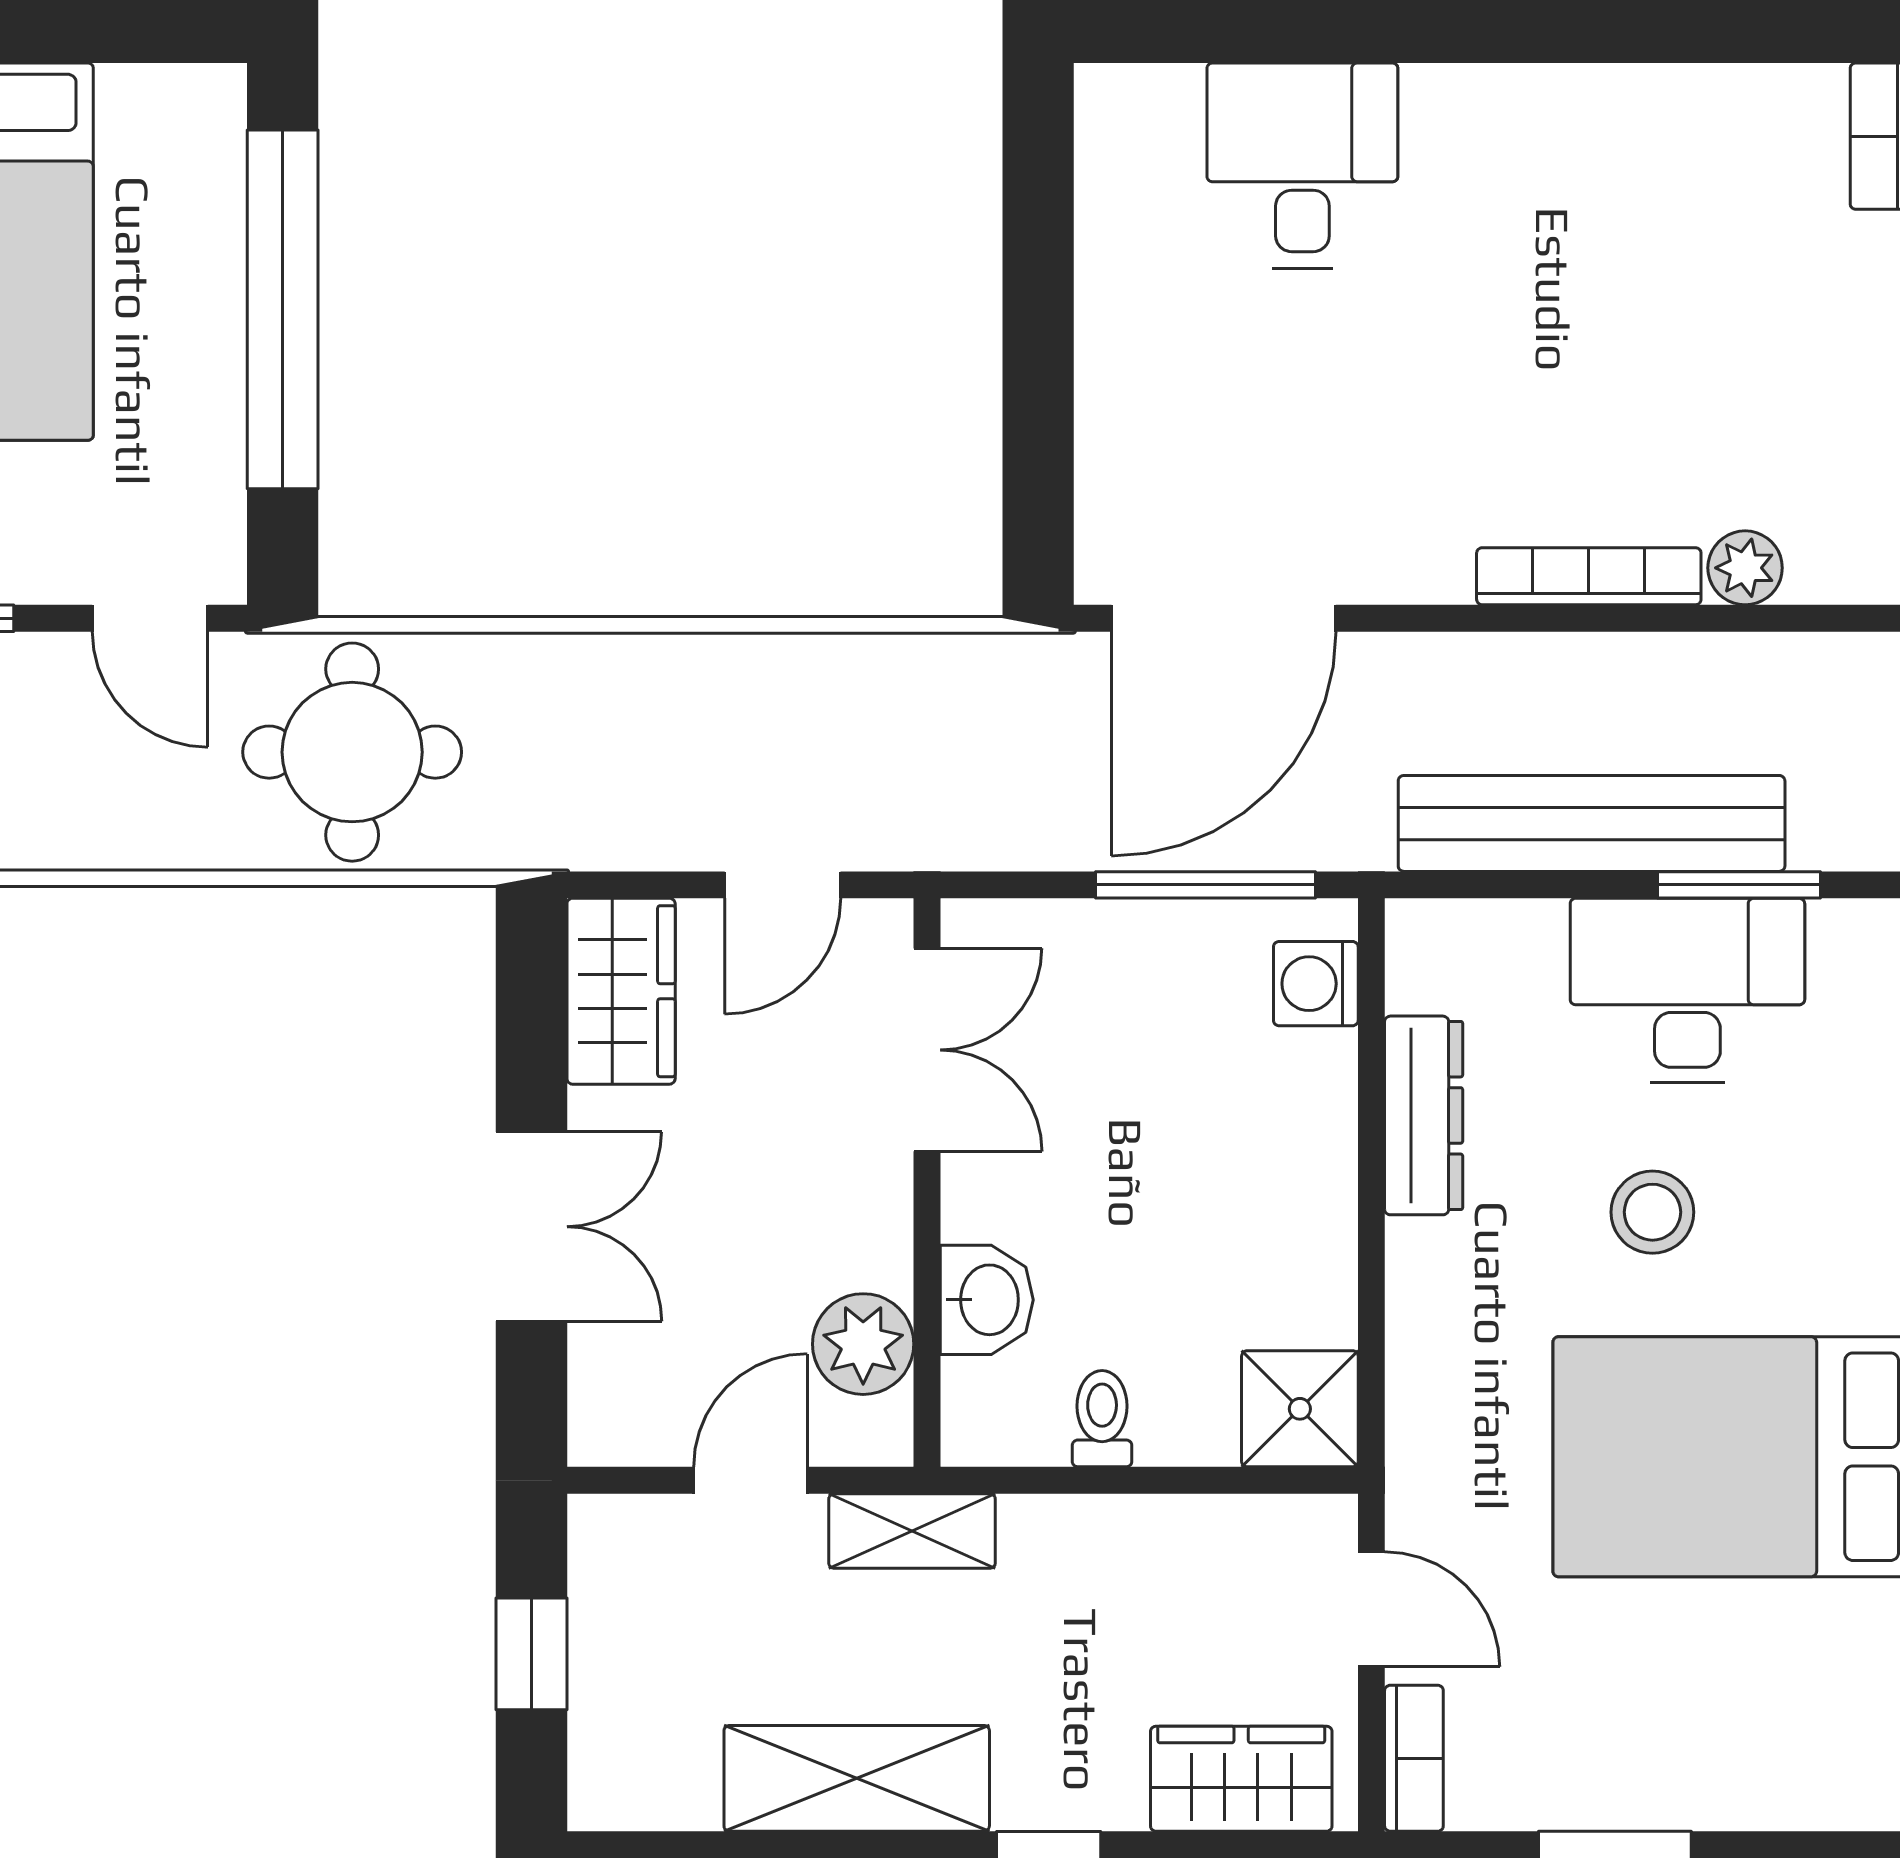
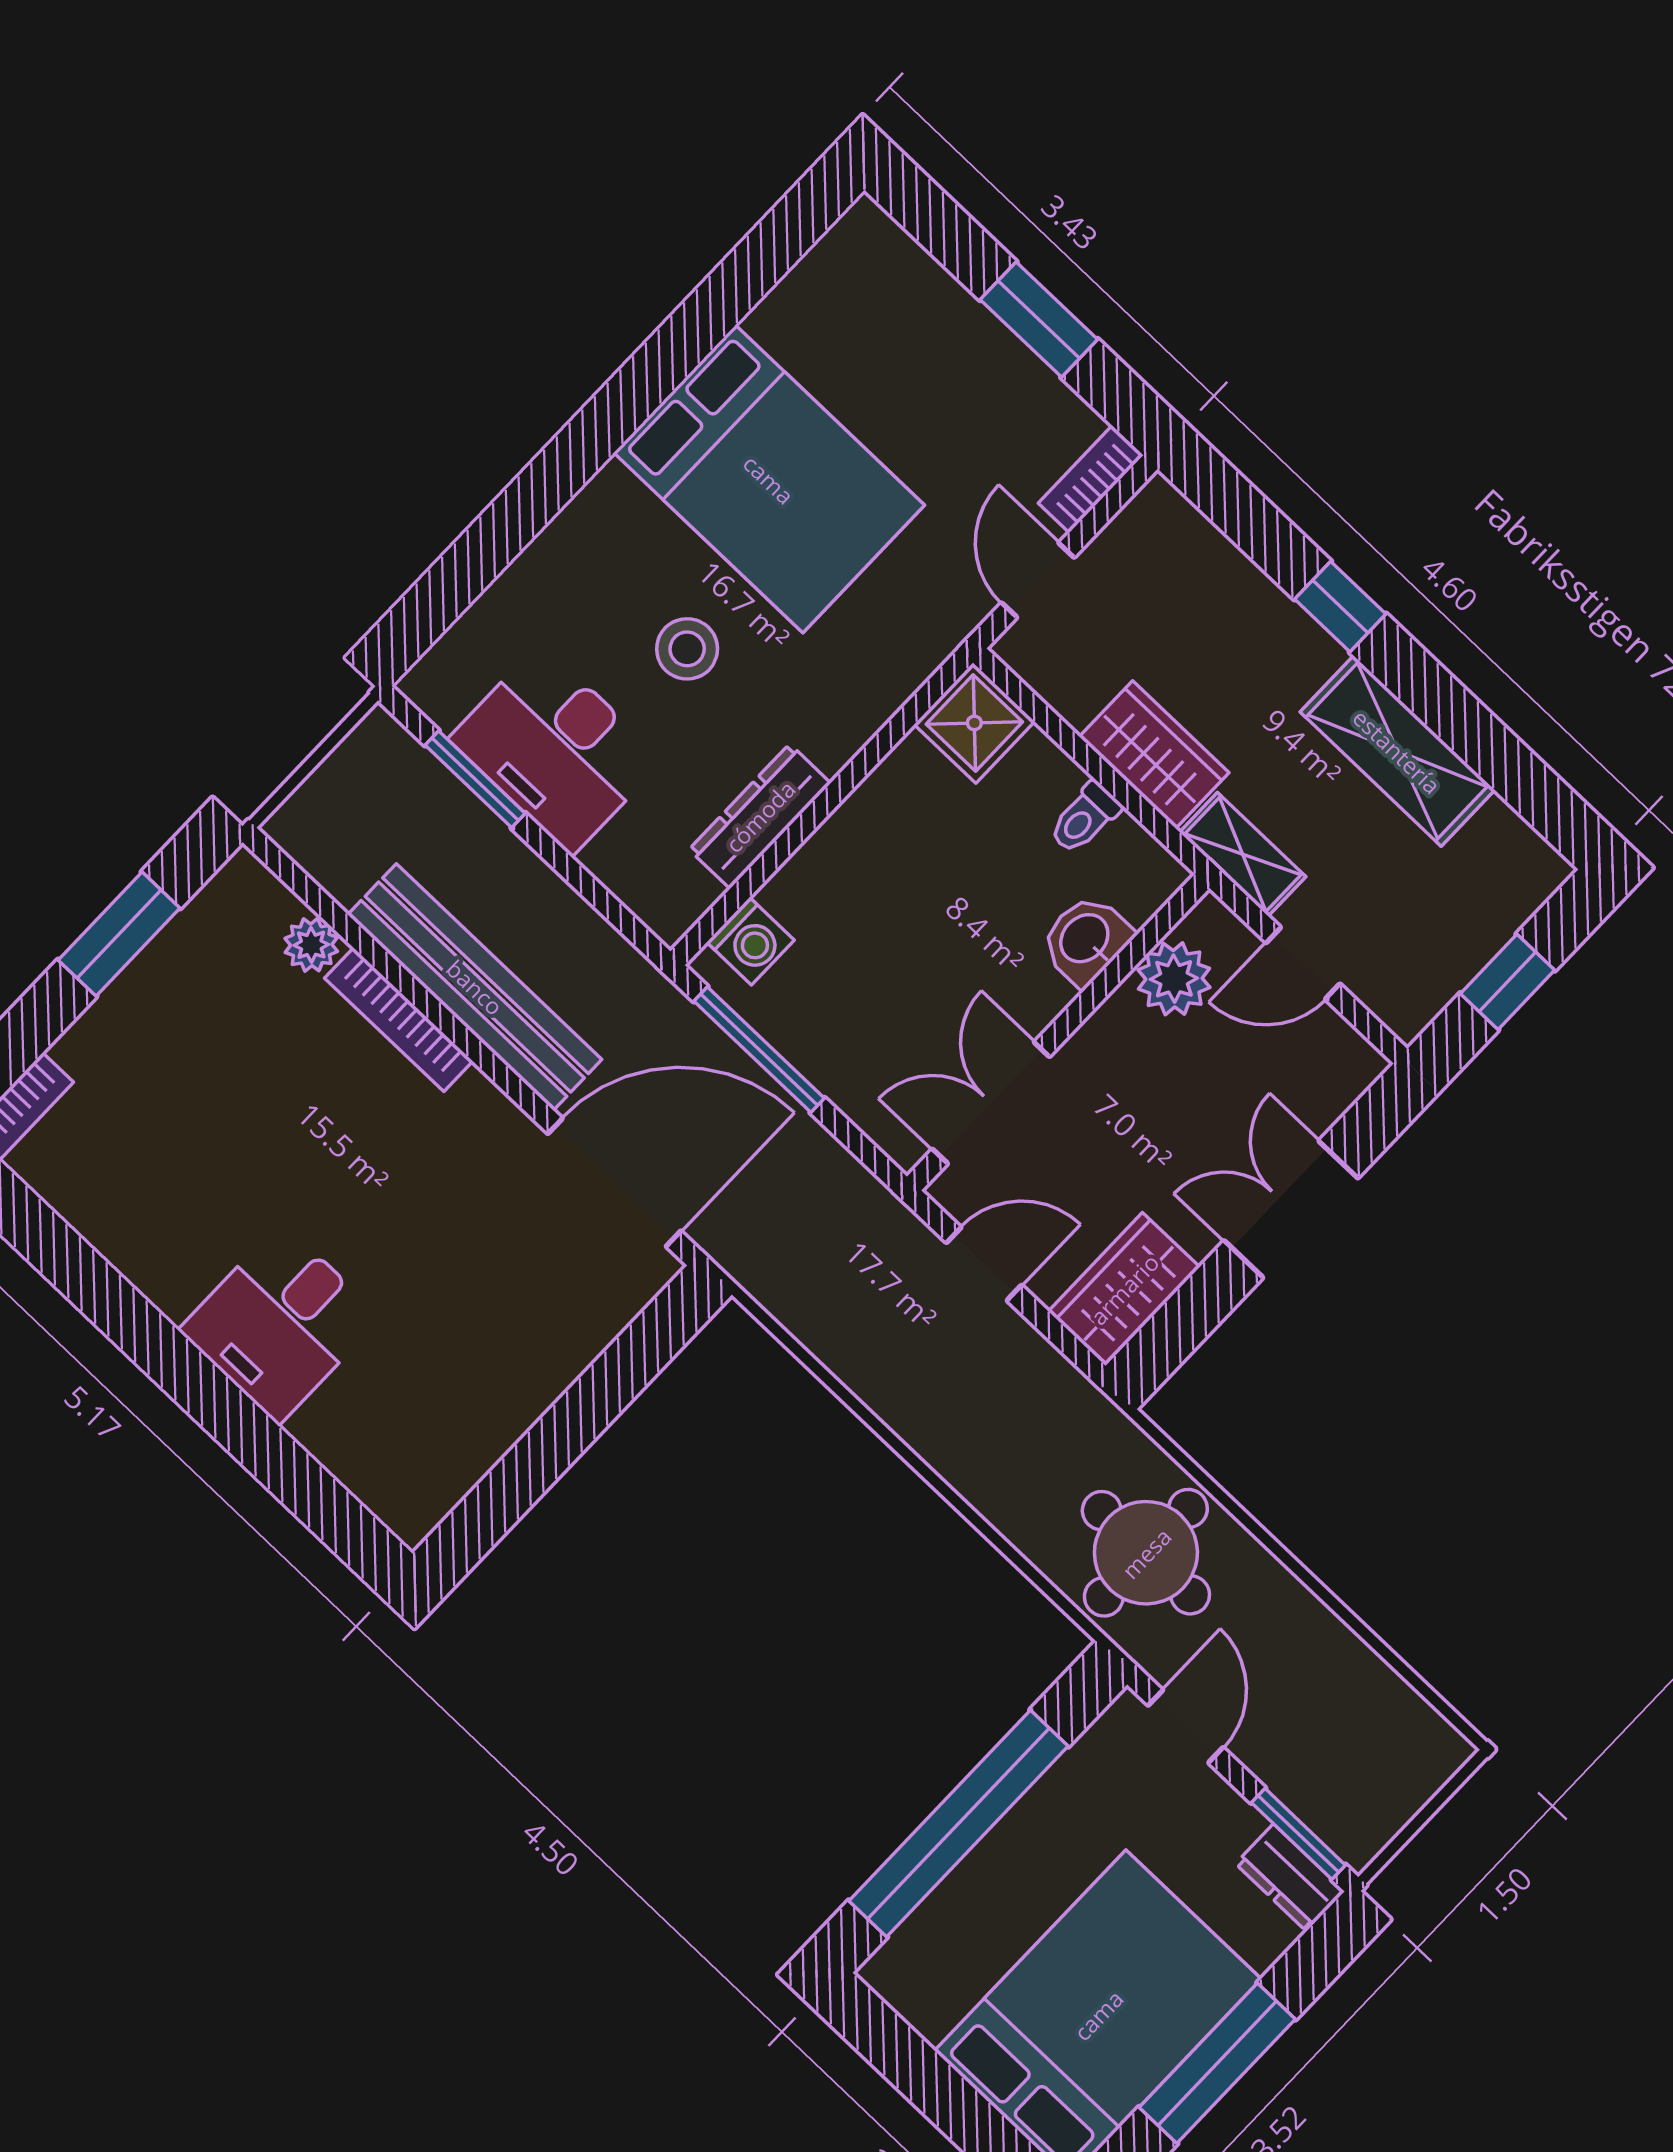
desk: (1302, 165) -> (280, 1323), moved
bench: (1592, 823) -> (475, 987), moved
wardrobe: (1241, 1779) -> (1154, 755), moved, turned 180

